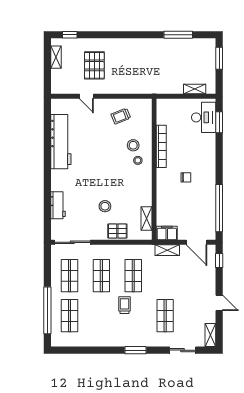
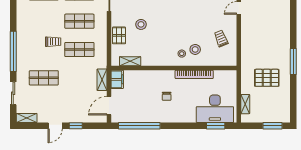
window: (178, 35) -> (293, 61), moved
pallet: (94, 65) -> (267, 78), moved
desk: (204, 117) -> (215, 109), width x1.36, depth x1.30
window: (219, 261) -> (76, 126), moved
window: (135, 350) -> (13, 51), width x2.11

